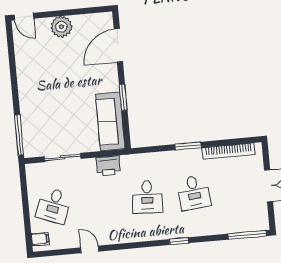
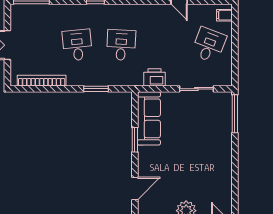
door: (118, 45) -> (135, 188), width x0.73
window: (188, 146) -> (96, 89), moved

